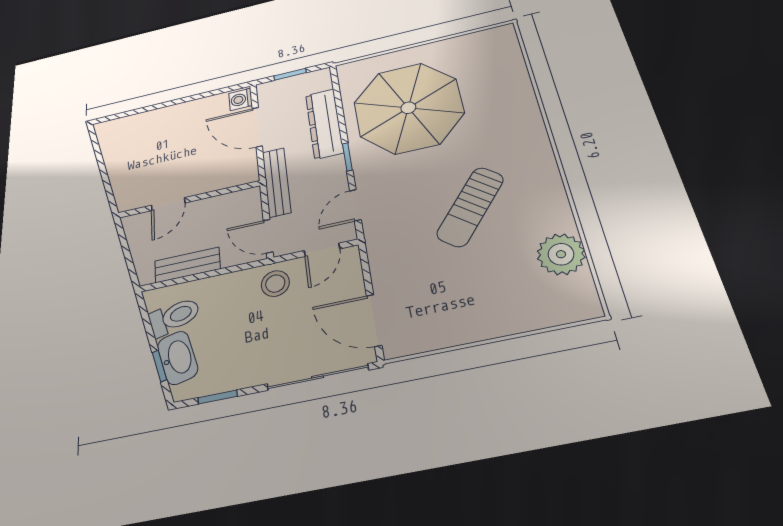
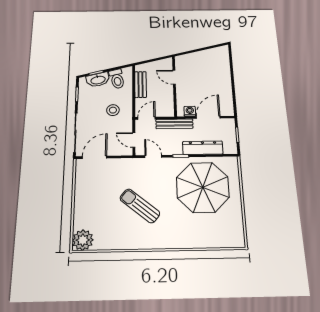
washing machine: (241, 99) -> (190, 111), moved
plant: (561, 254) -> (83, 240), moved
stool: (275, 284) -> (113, 110), moved

